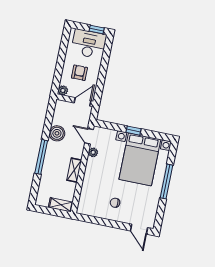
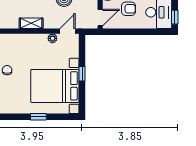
door: (82, 102) -> (100, 18), hinge flipped
window: (167, 182) -> (38, 117), width x0.46

